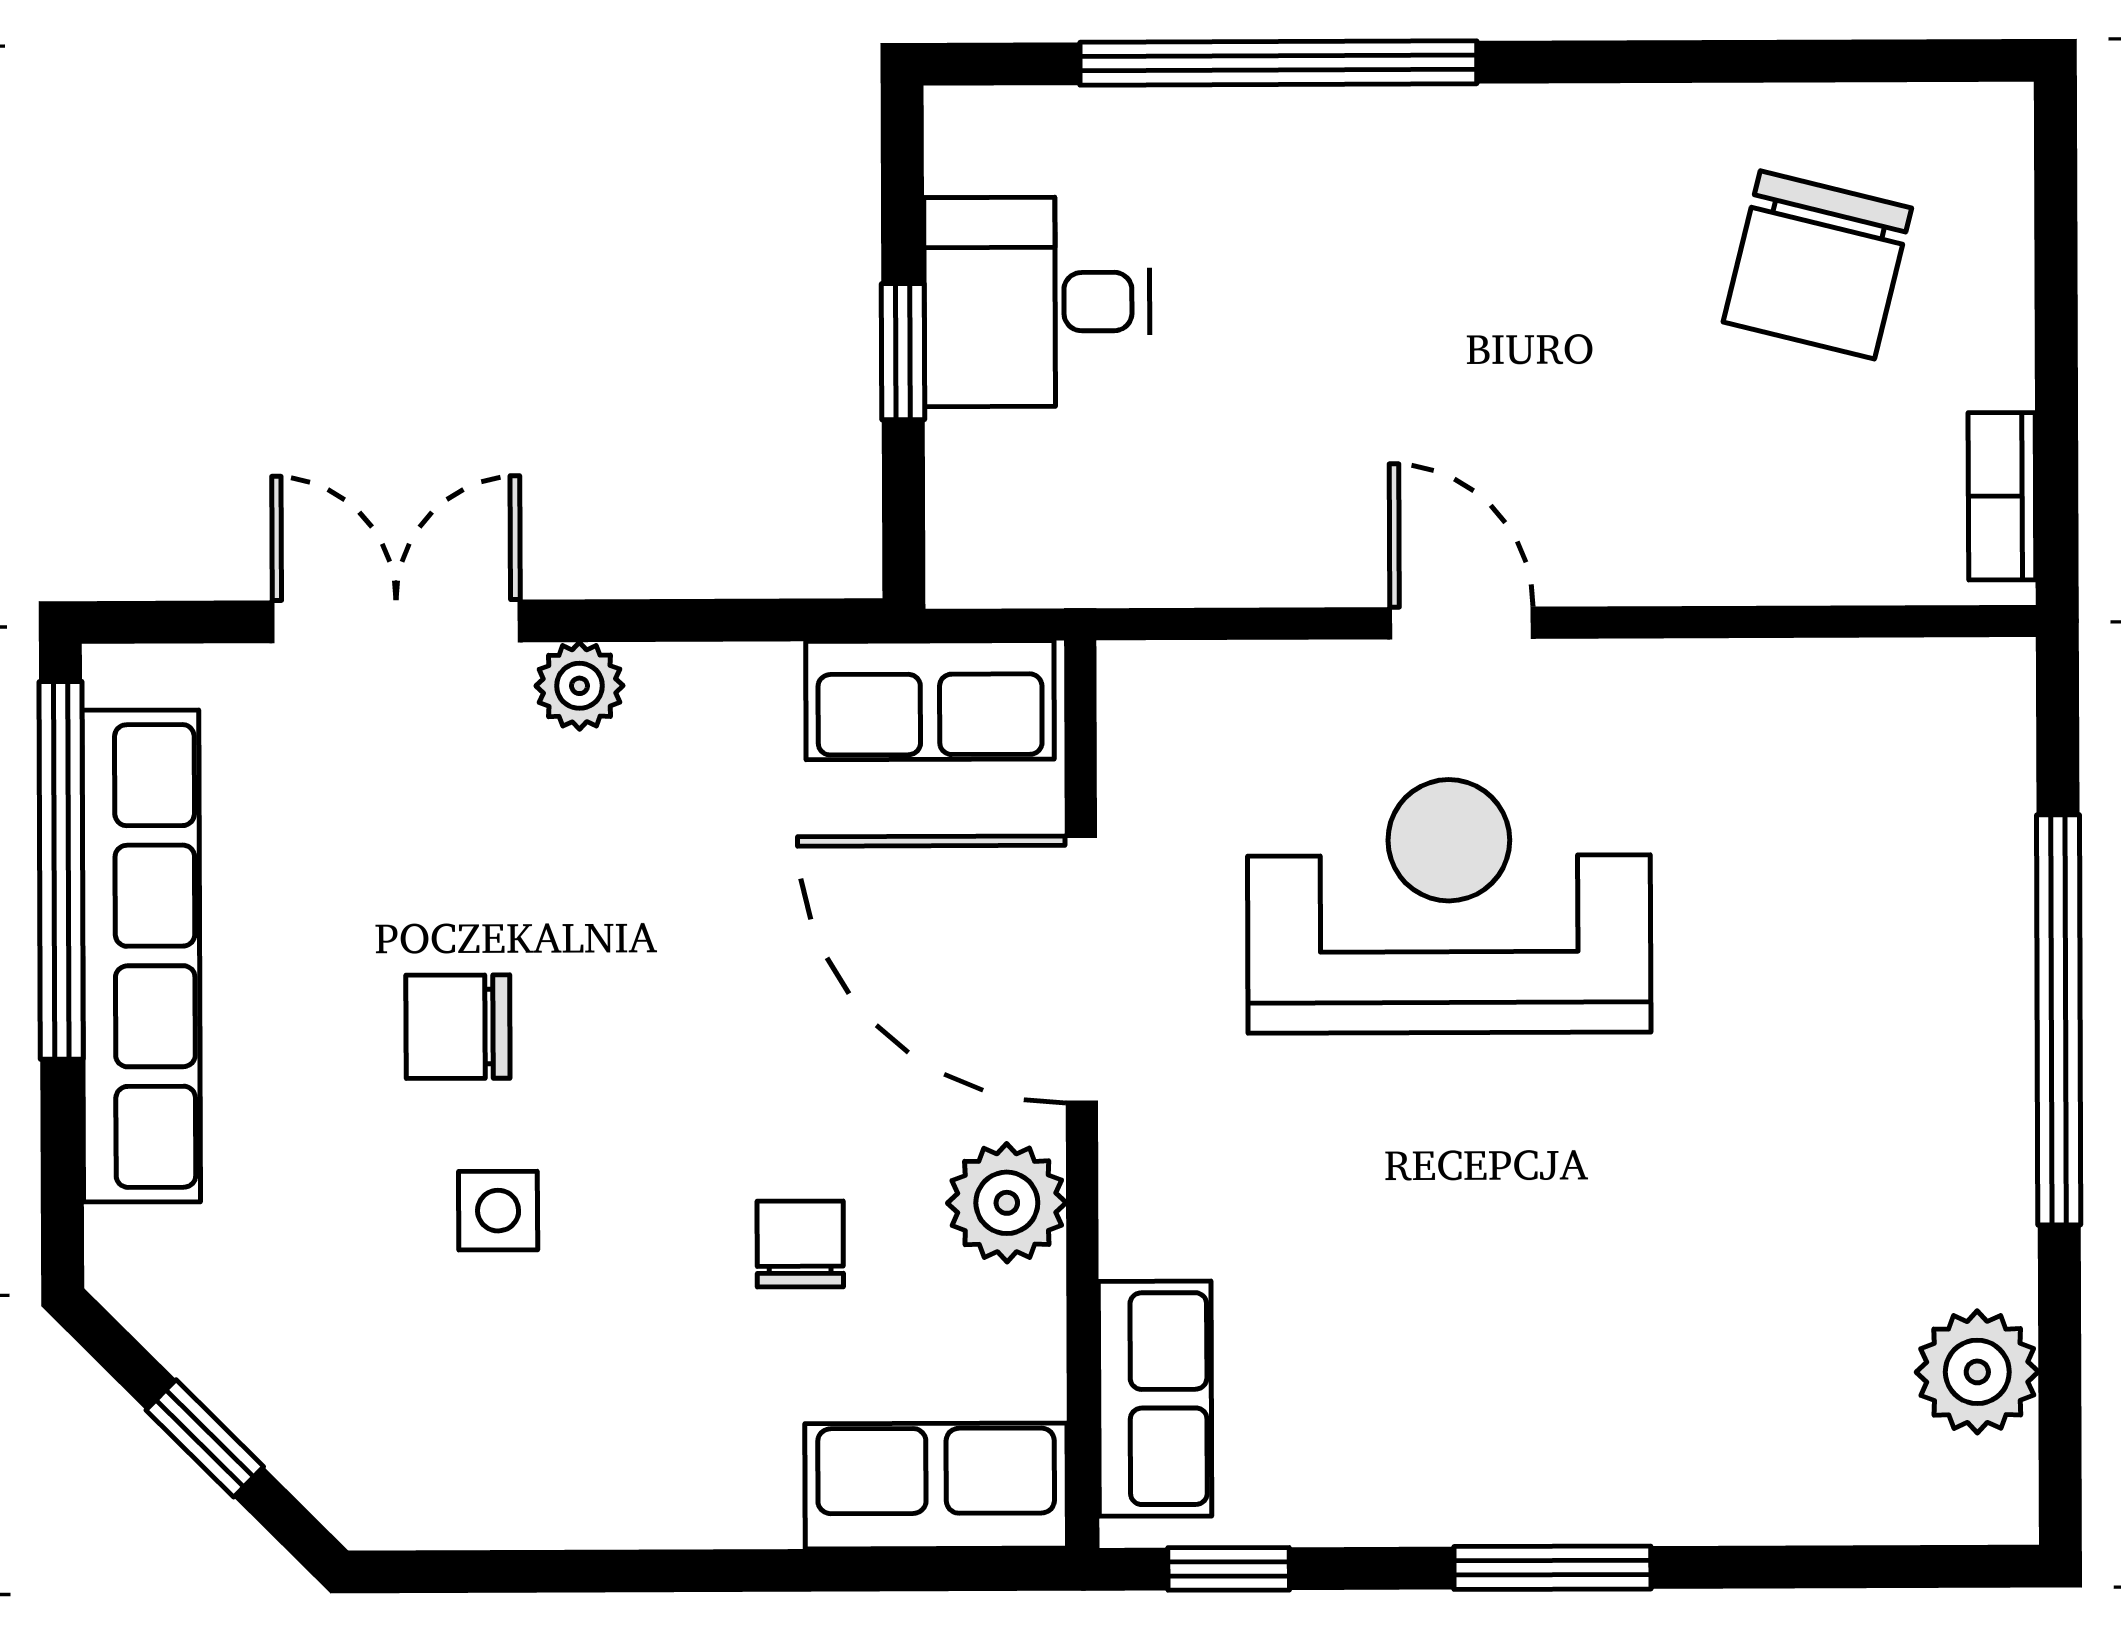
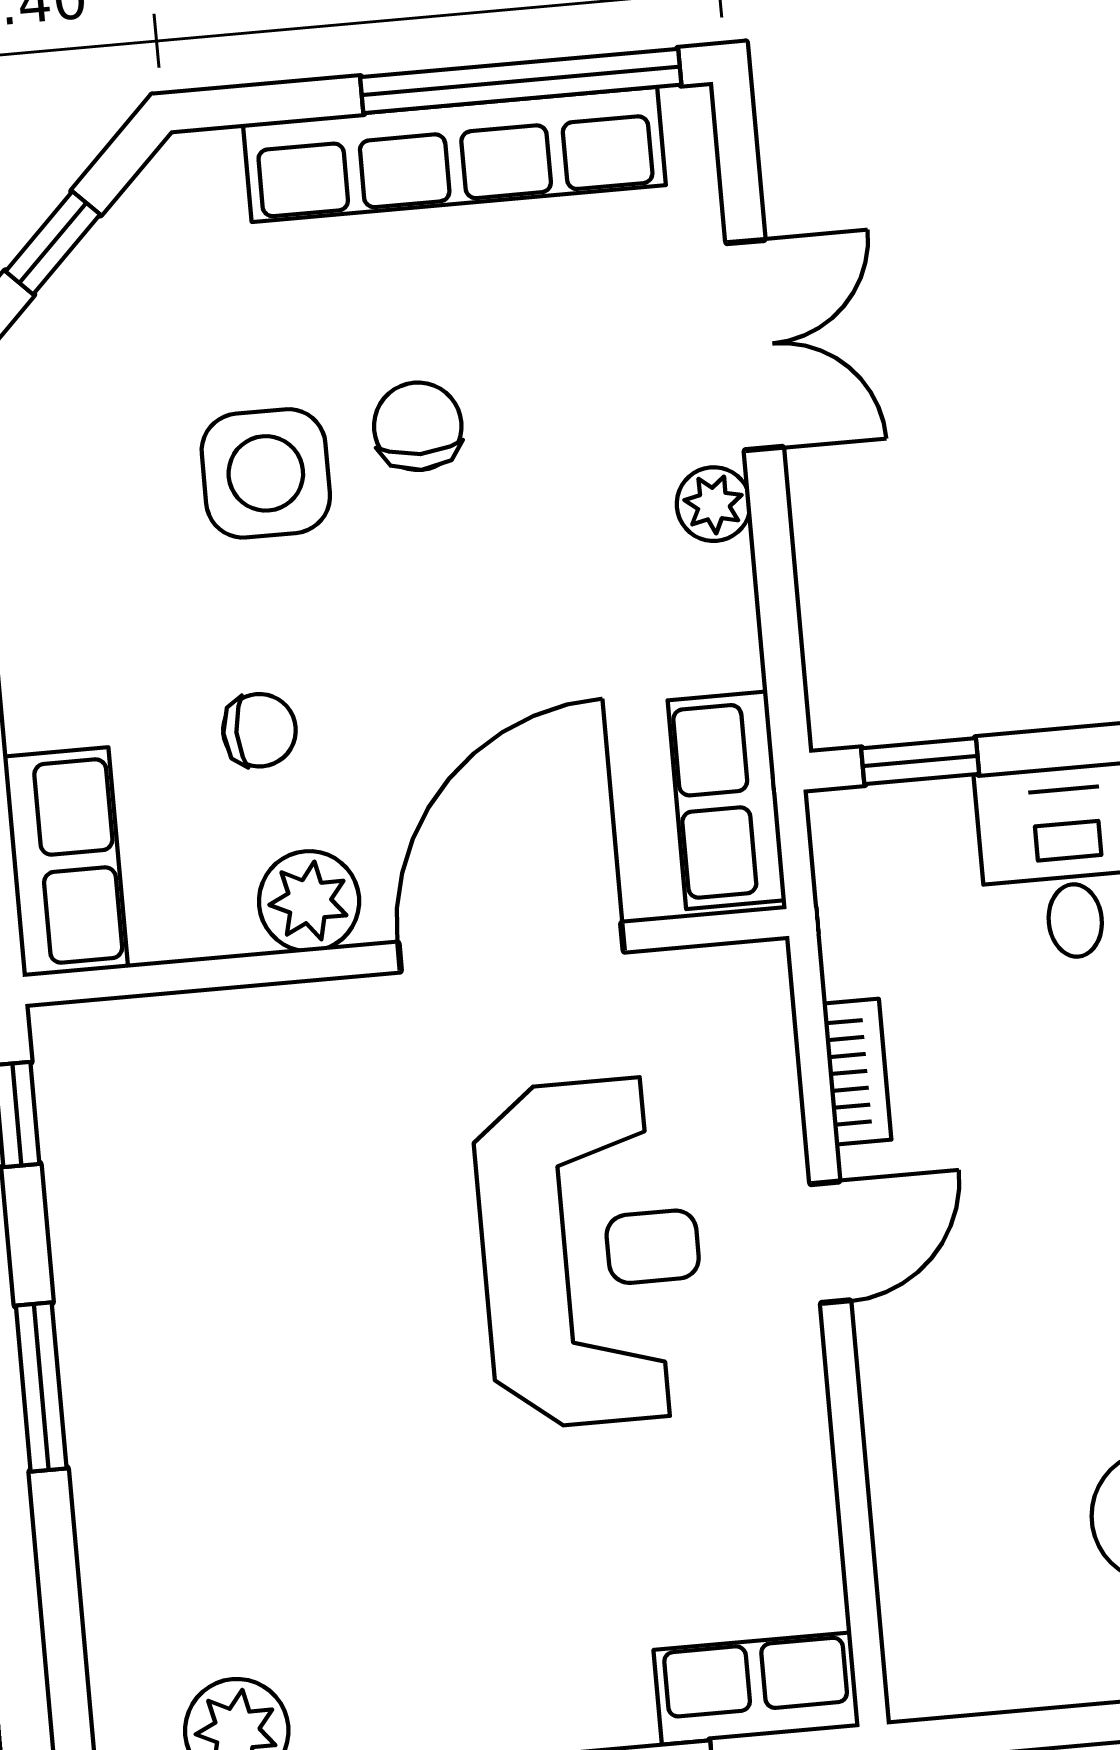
window: (903, 352) -> (920, 761), moved
bookcase: (2002, 496) -> (857, 1072), moved, turned 90
side table: (498, 1211) -> (266, 473), width x1.87, depth x1.87
row of seats: (1155, 1399) -> (757, 1688), moved, turned 180

